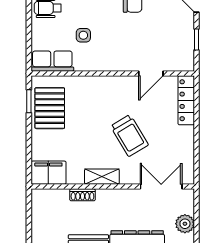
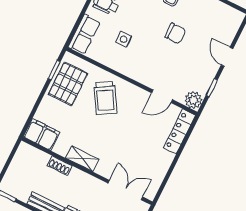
row of seats: (52, 61) -> (84, 34), moved, turned 90
plant: (184, 62) -> (193, 100), added
trolley: (129, 136) -> (105, 98), moved

